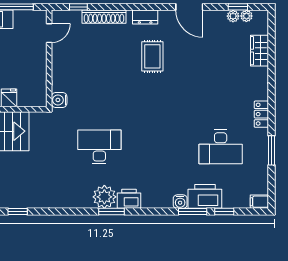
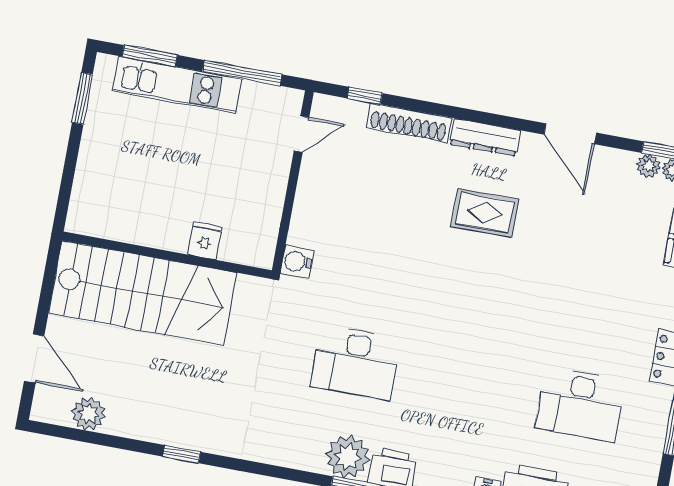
dresser: (145, 17) -> (485, 137), width x1.44
rug: (152, 56) -> (485, 213), turned 90
desk: (99, 147) -> (355, 362), turned 180

